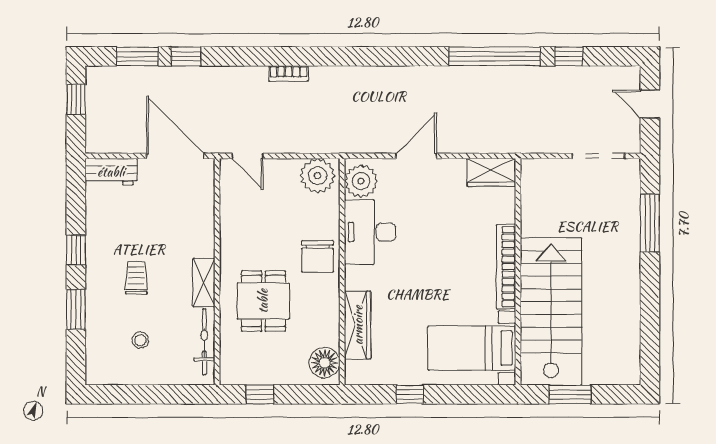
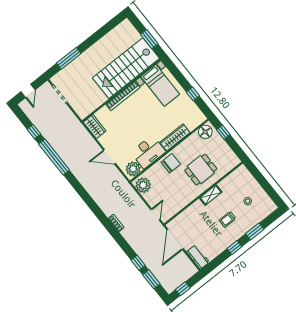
wardrobe: (358, 325) -> (175, 137), moved
bicycle: (204, 342) -> (231, 179), removed
window: (260, 394) -> (223, 132), moved

